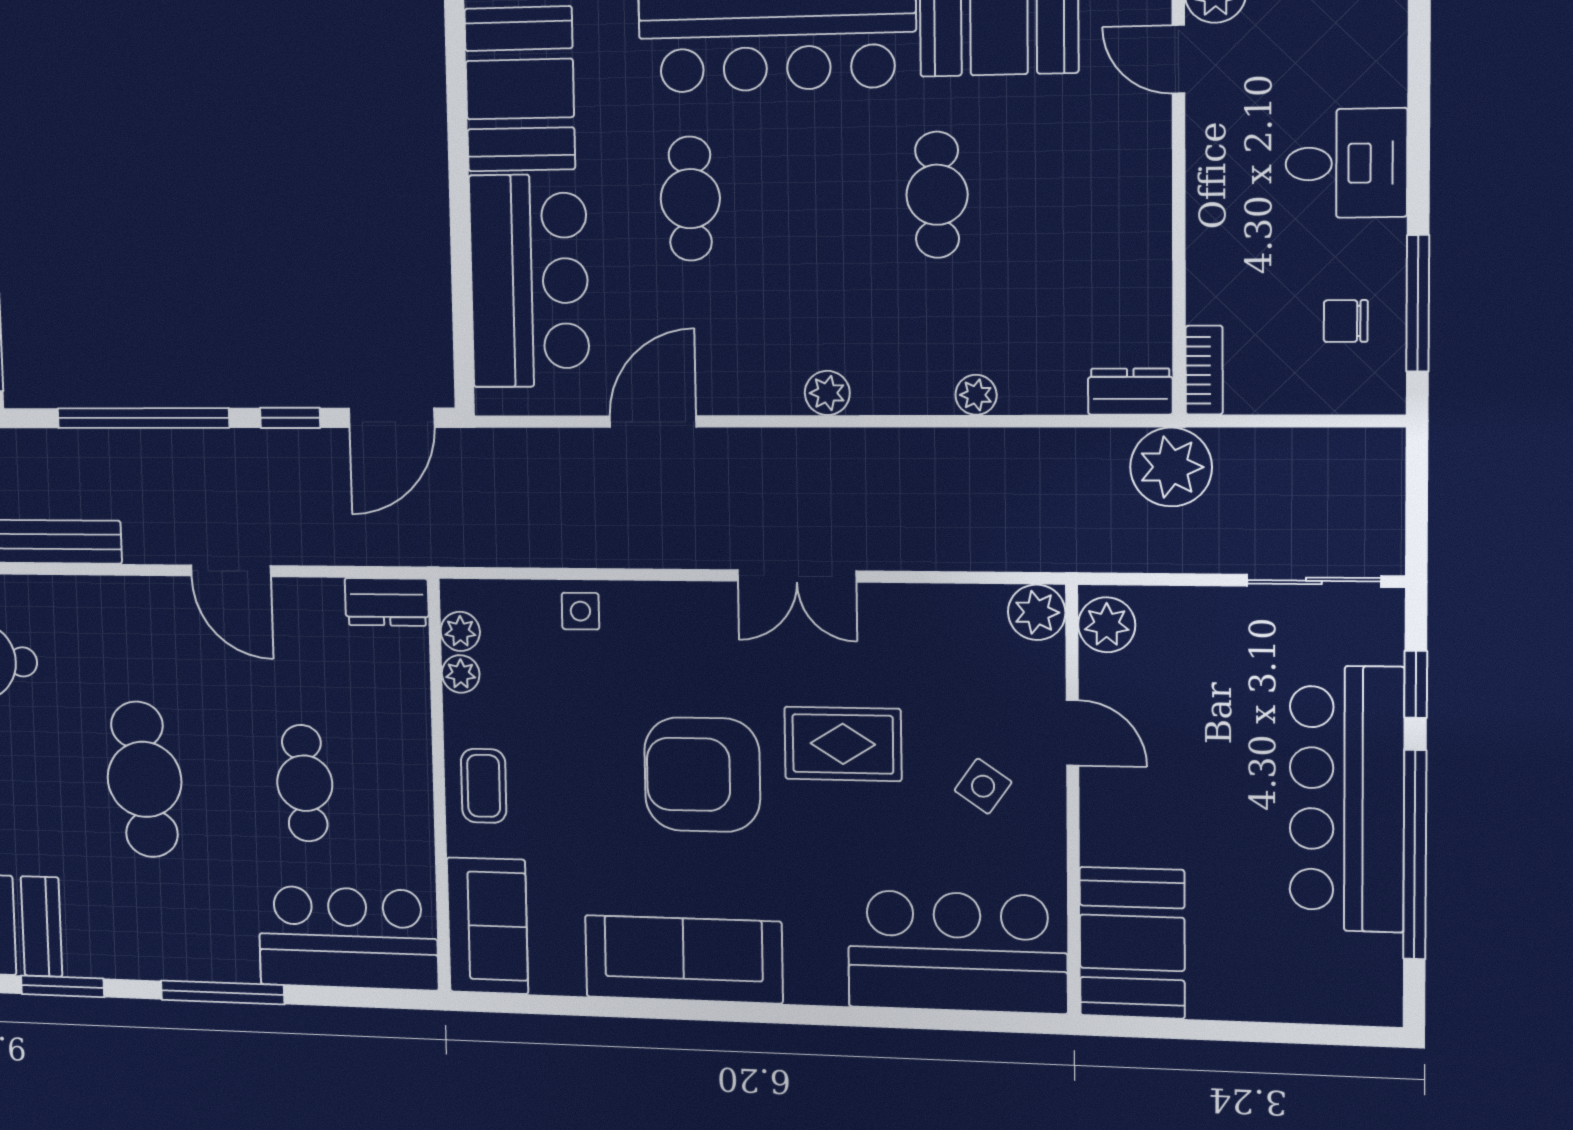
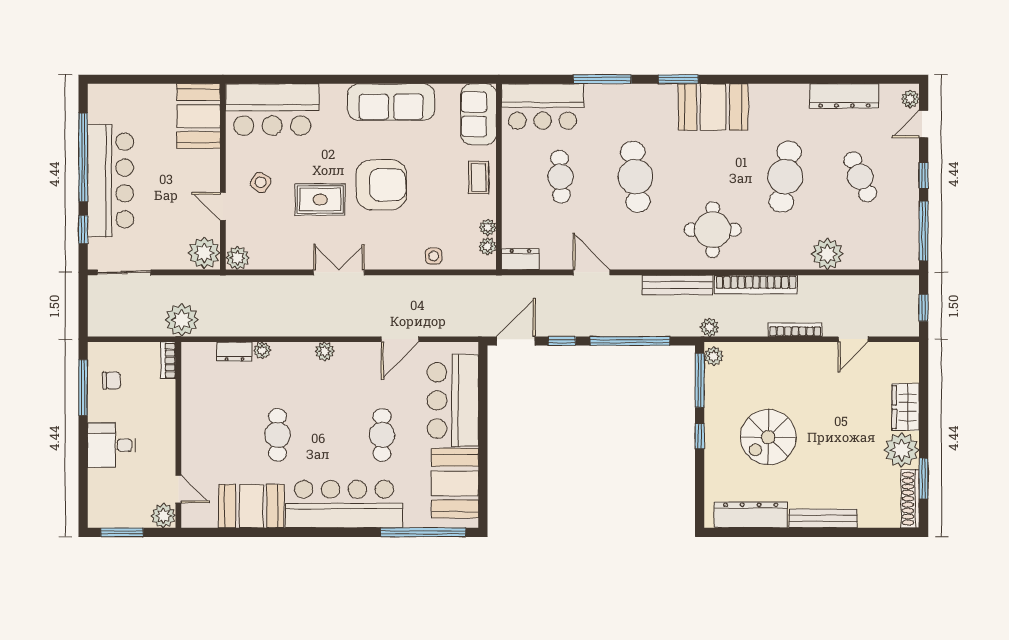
dresser: (1130, 392) -> (234, 352), moved
plant: (1107, 625) -> (204, 253), width x1.36, depth x1.36

